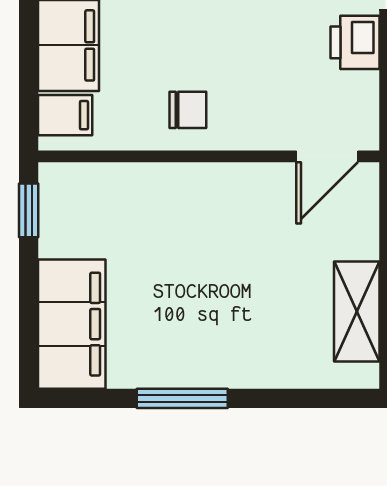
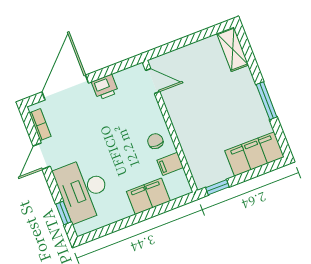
filing cabinet: (65, 115) -> (170, 164), moved, turned -90
shelving: (357, 311) -> (233, 49), moved, turned 90

